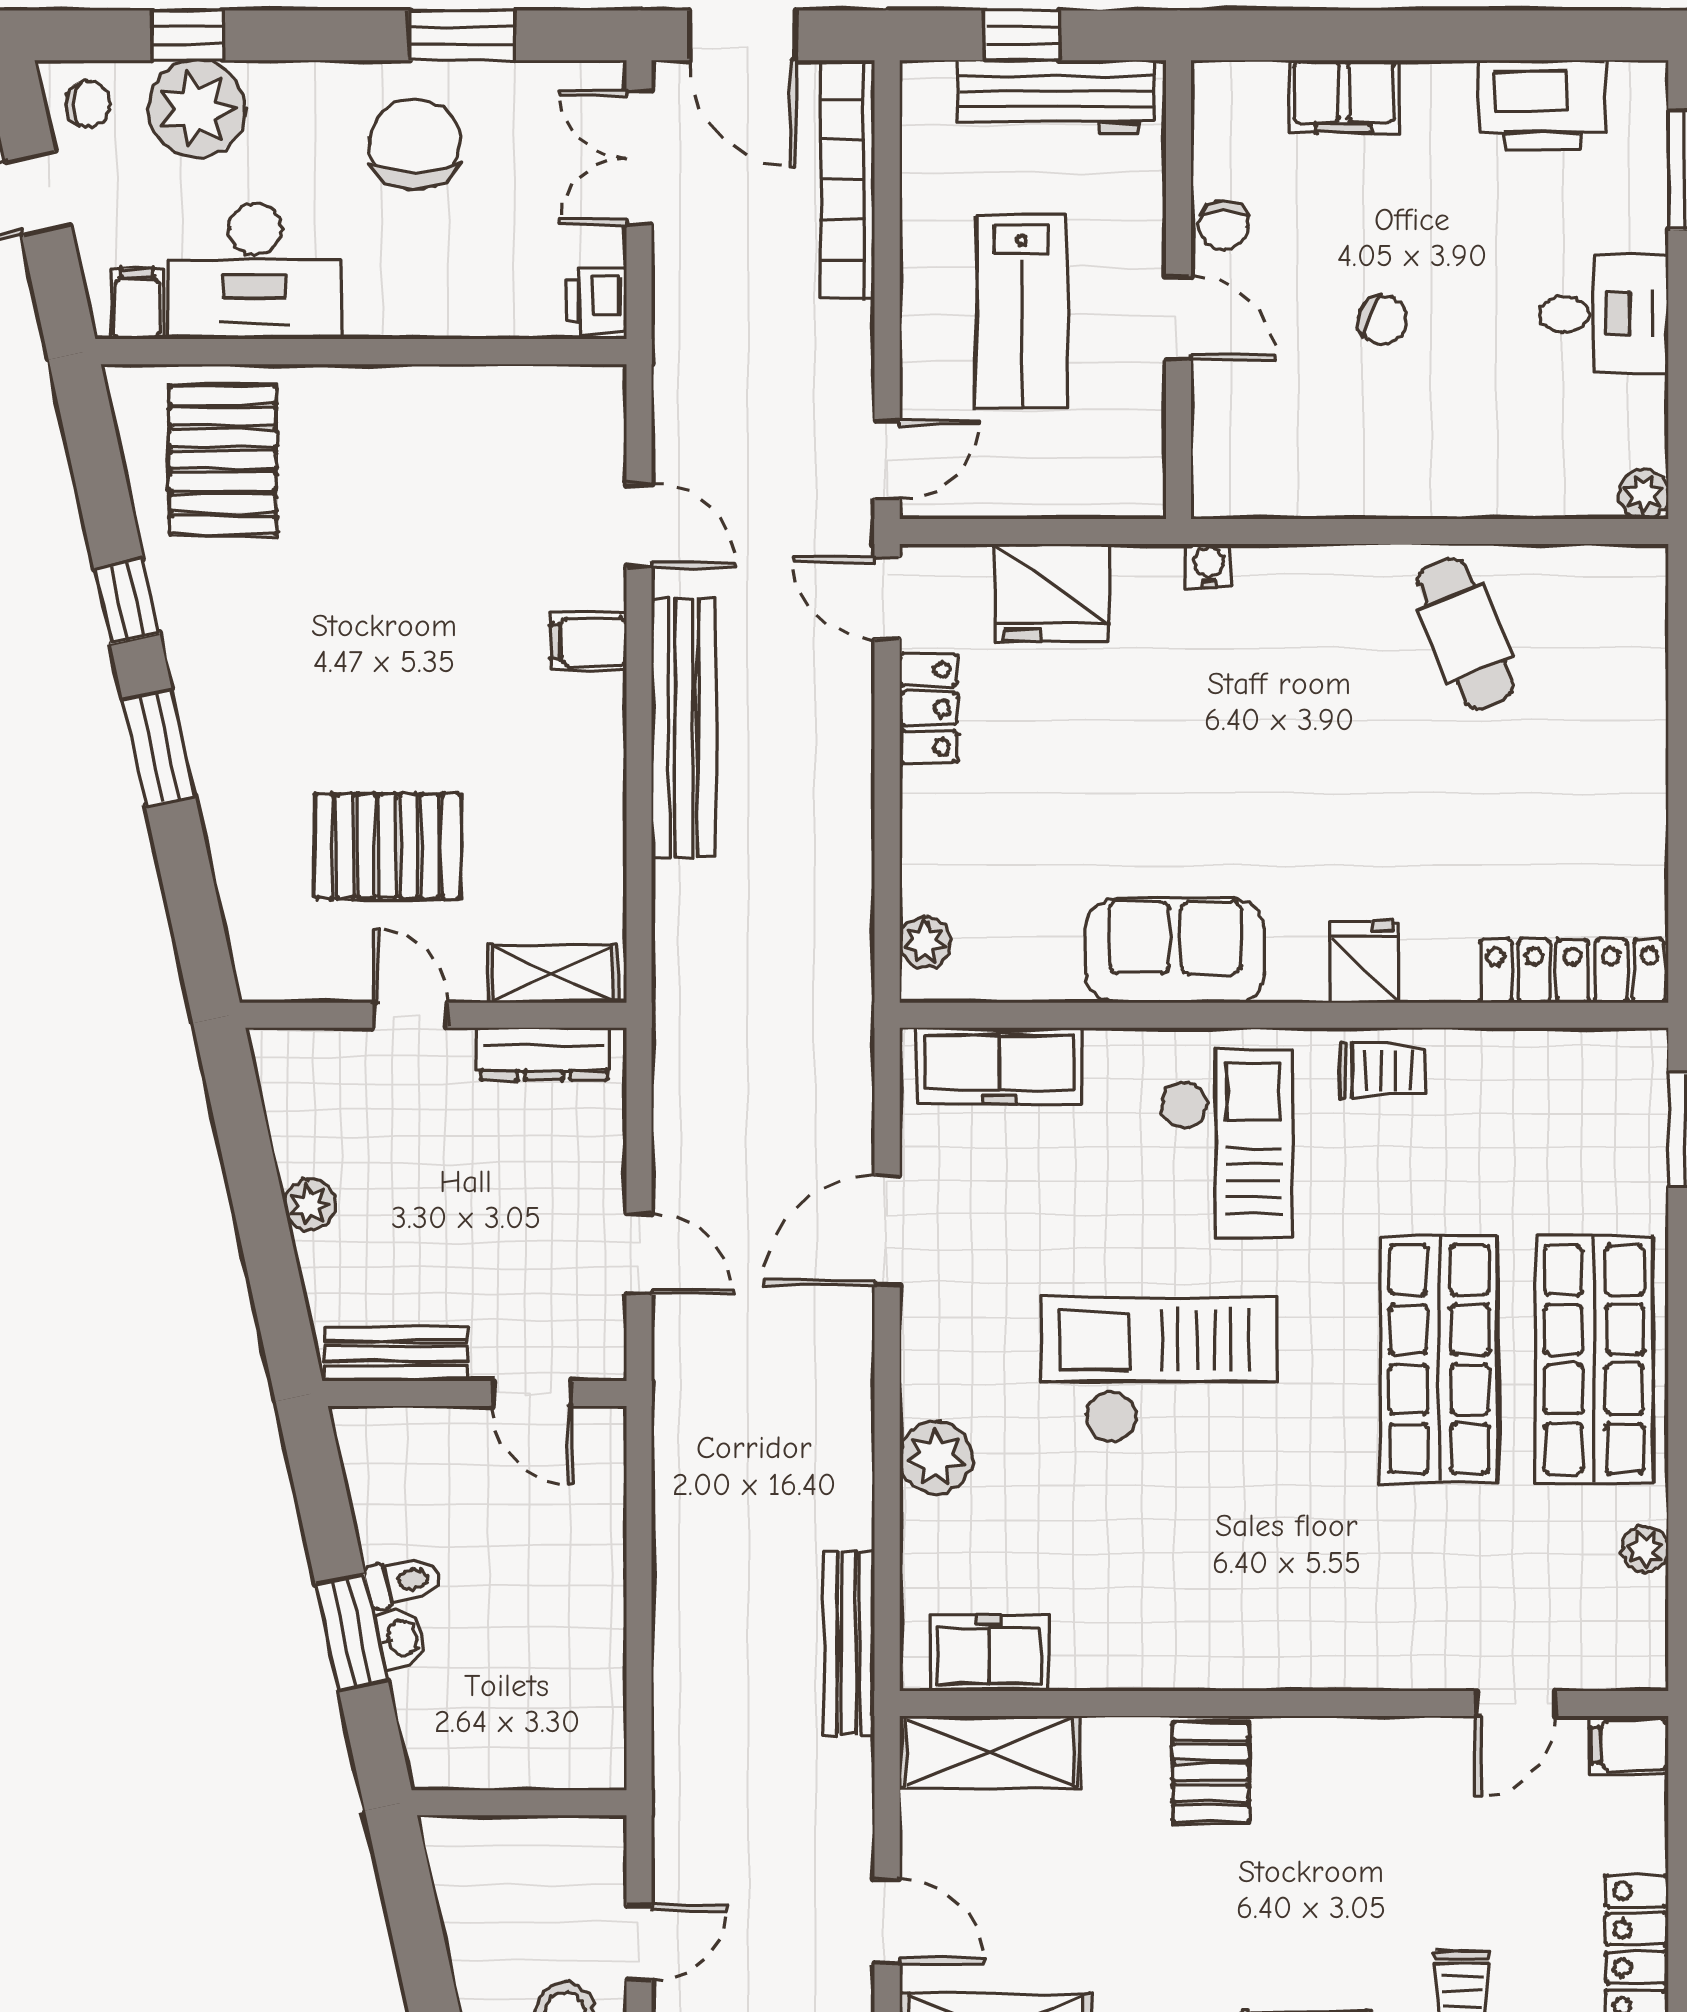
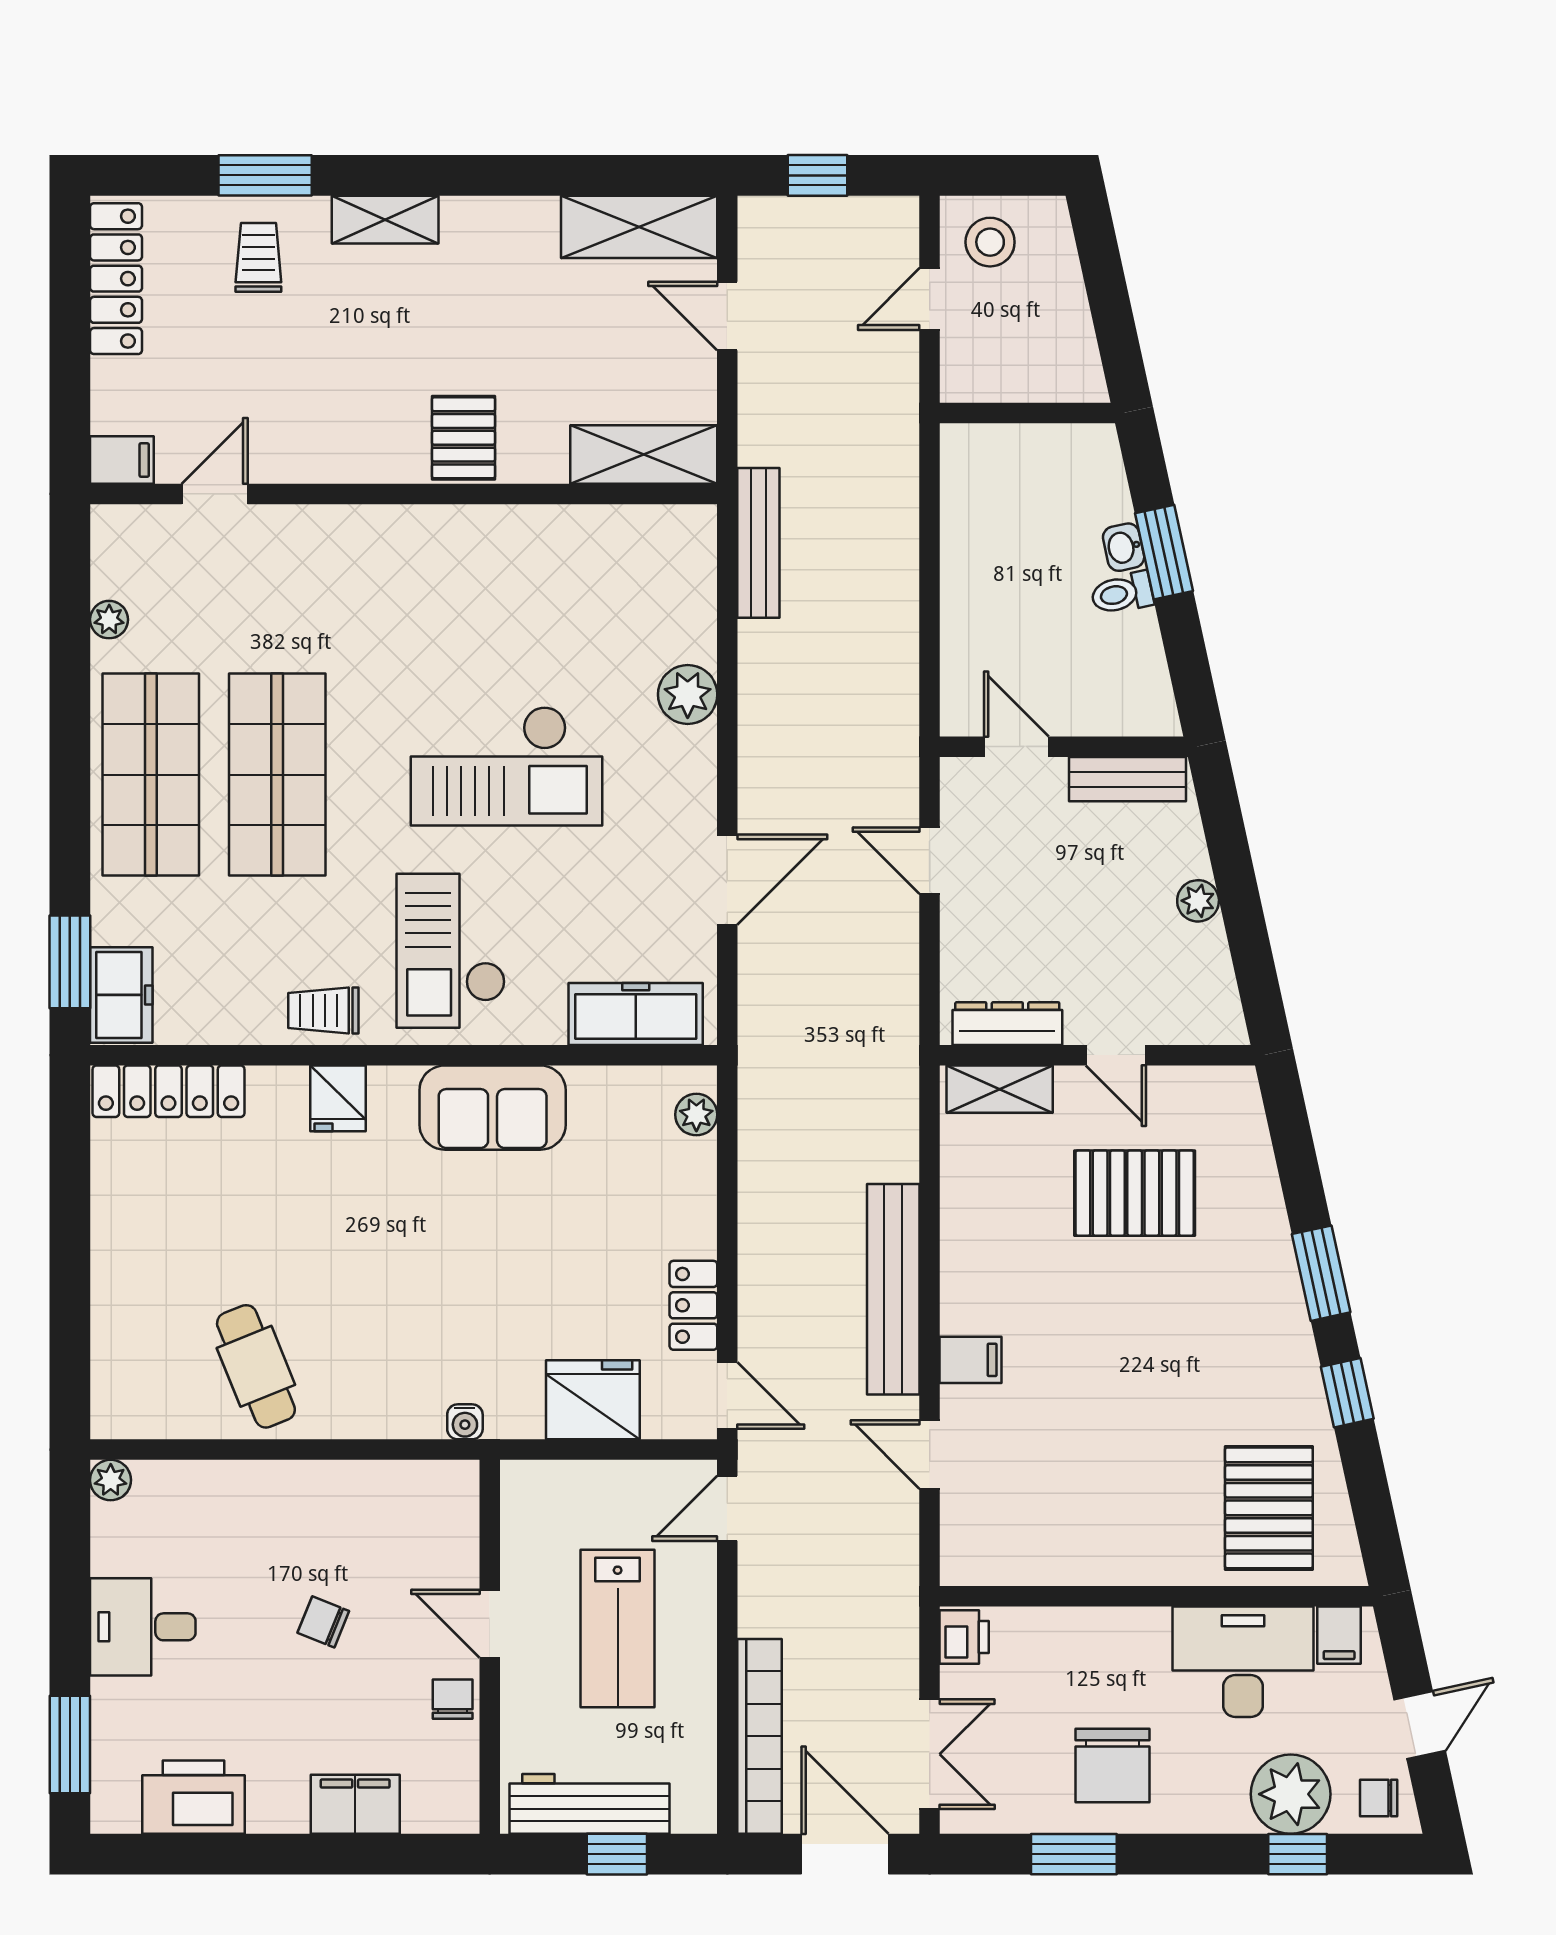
lab bench: (1022, 312) -> (618, 1629), turned 180
freezer: (989, 1653) -> (121, 995), moved, turned -90

